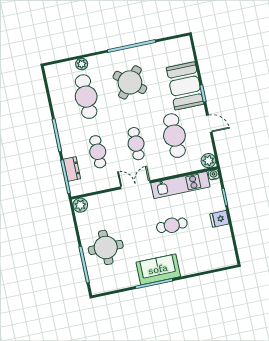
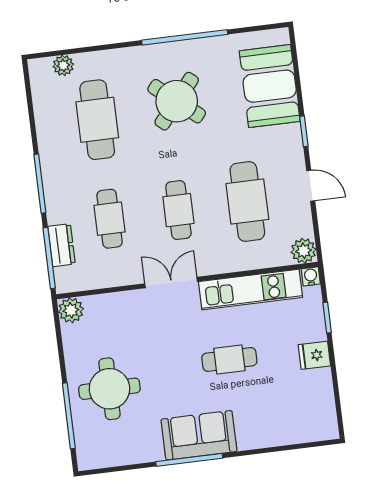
plant: (82, 64) -> (63, 65), moved
booth: (185, 86) -> (270, 86), moved

